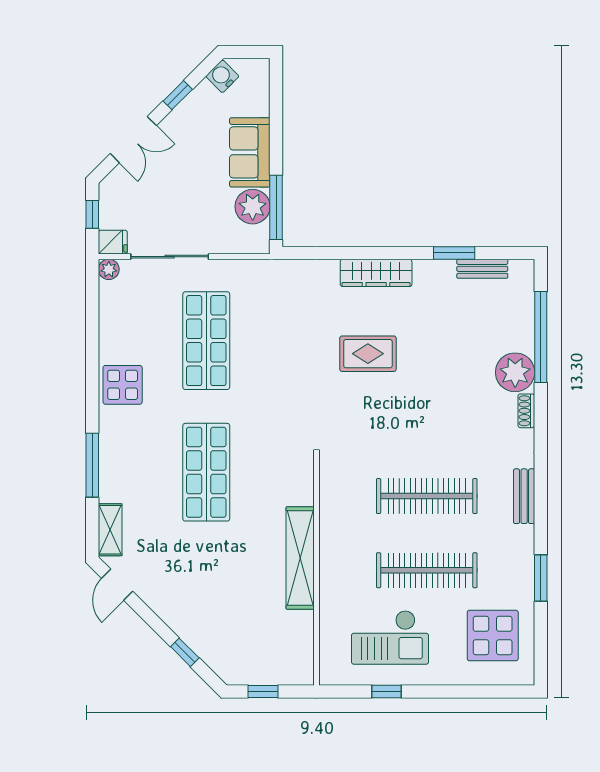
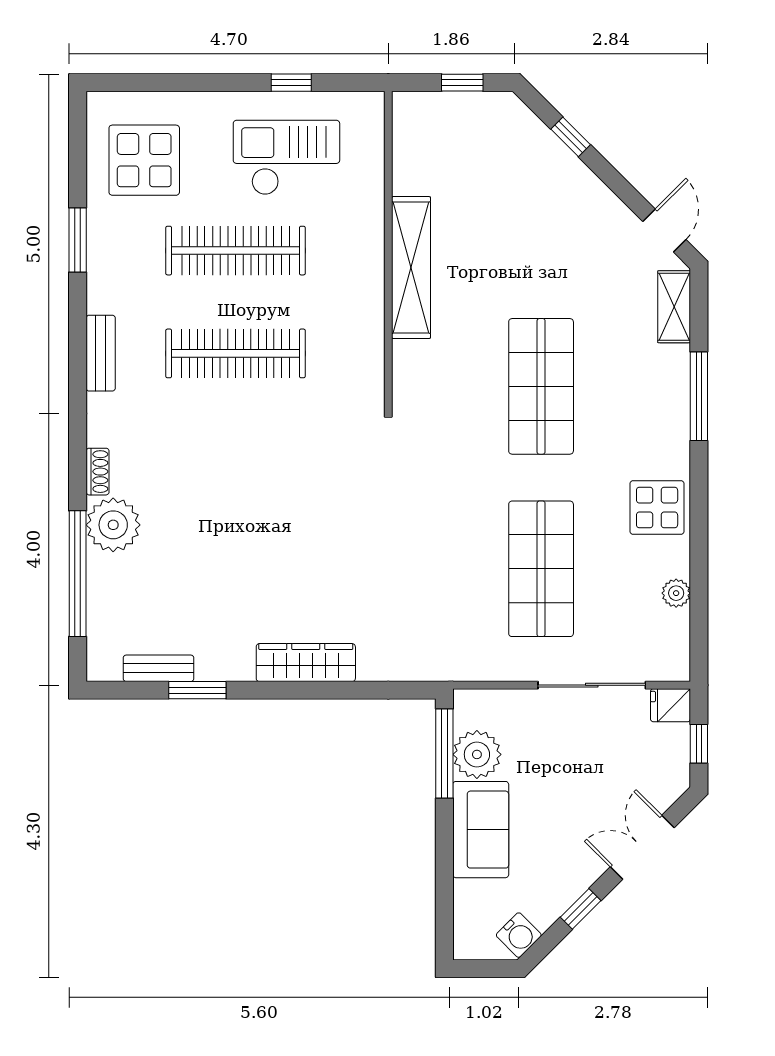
plant: (109, 269) -> (676, 593), moved
rug: (368, 354) -> (317, 551), removed

